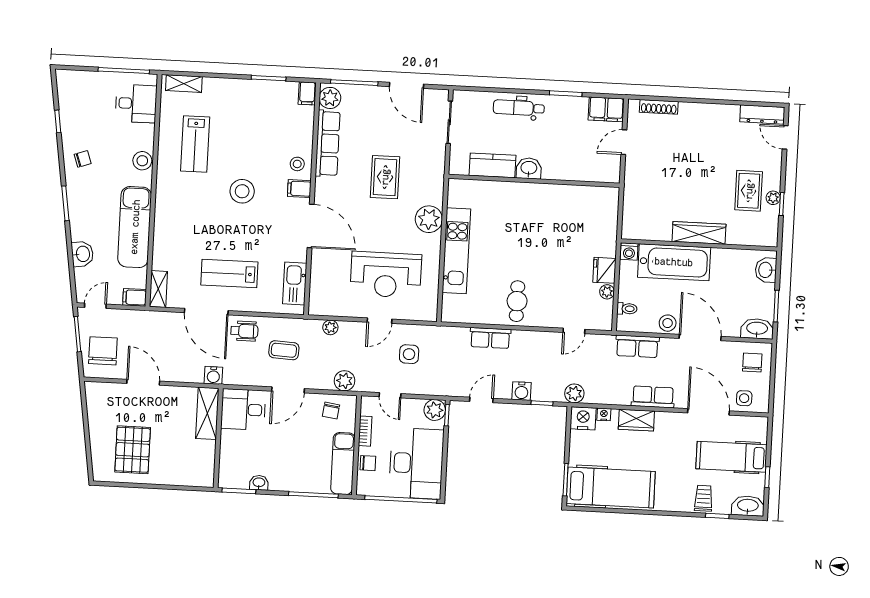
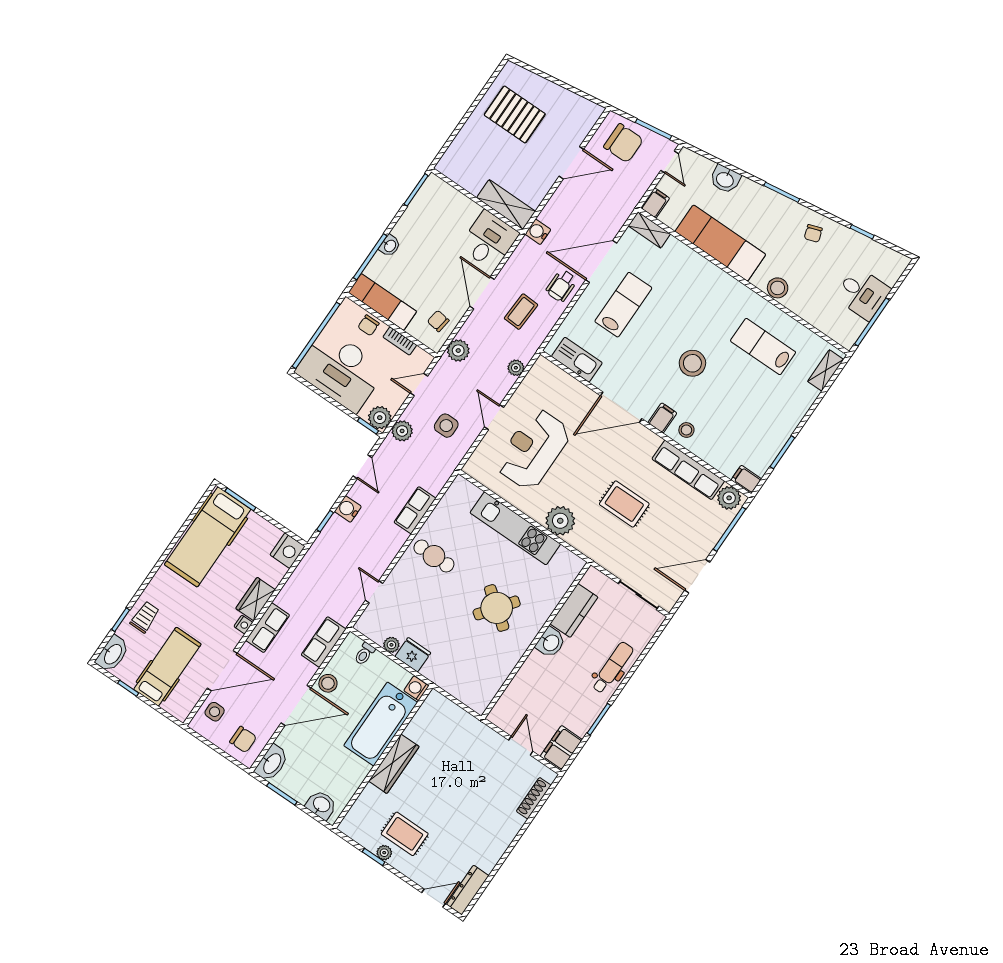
desk: (136, 104) -> (863, 293), moved, turned -90
round table: (528, 227) -> (497, 608), added
plant: (574, 393) -> (402, 431), moved
nightstand: (604, 414) -> (243, 625), moved
washbasin: (259, 483) -> (390, 246), moved
trolley: (704, 498) -> (145, 617), turned -90

